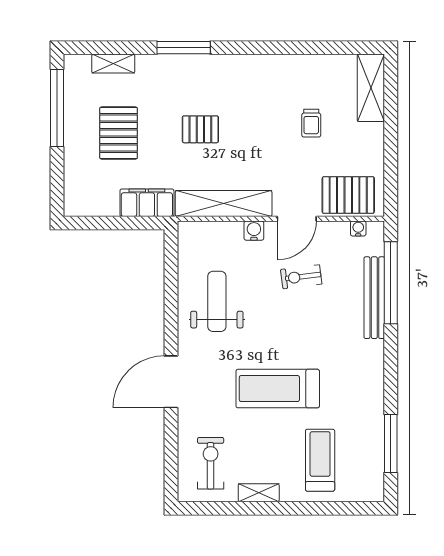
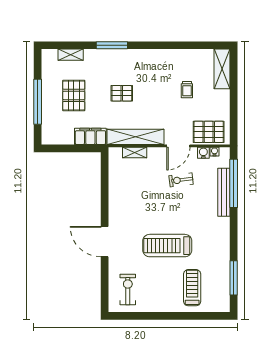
window: (57, 108) -> (38, 102), moved
water cooler: (254, 231) -> (203, 153), moved
weight bench: (217, 301) -> (131, 194), removed
door: (171, 382) -> (105, 242), hinge flipped
shelving: (259, 493) -> (135, 152), moved

